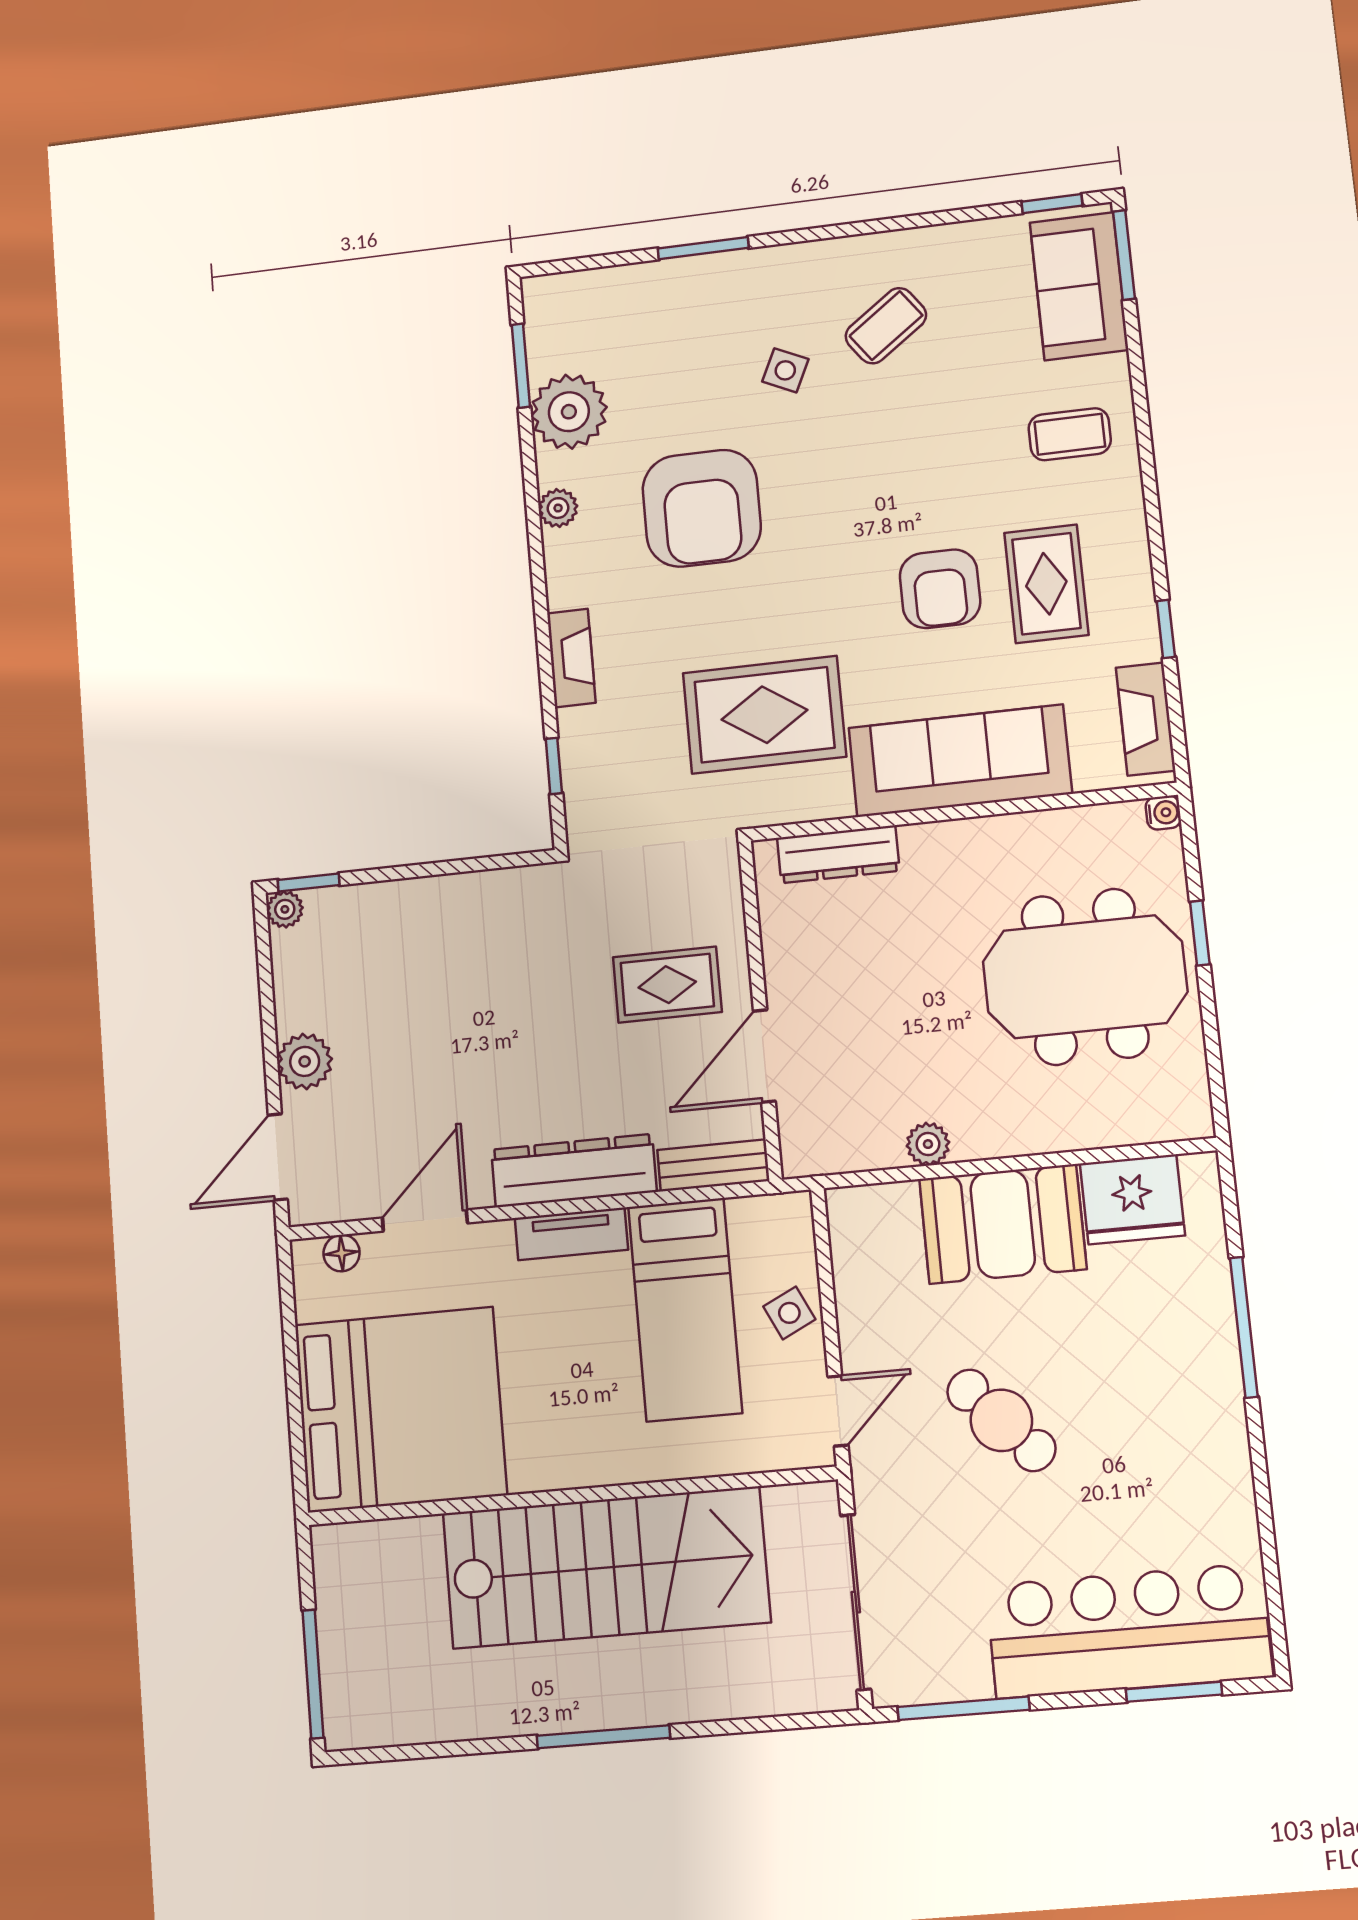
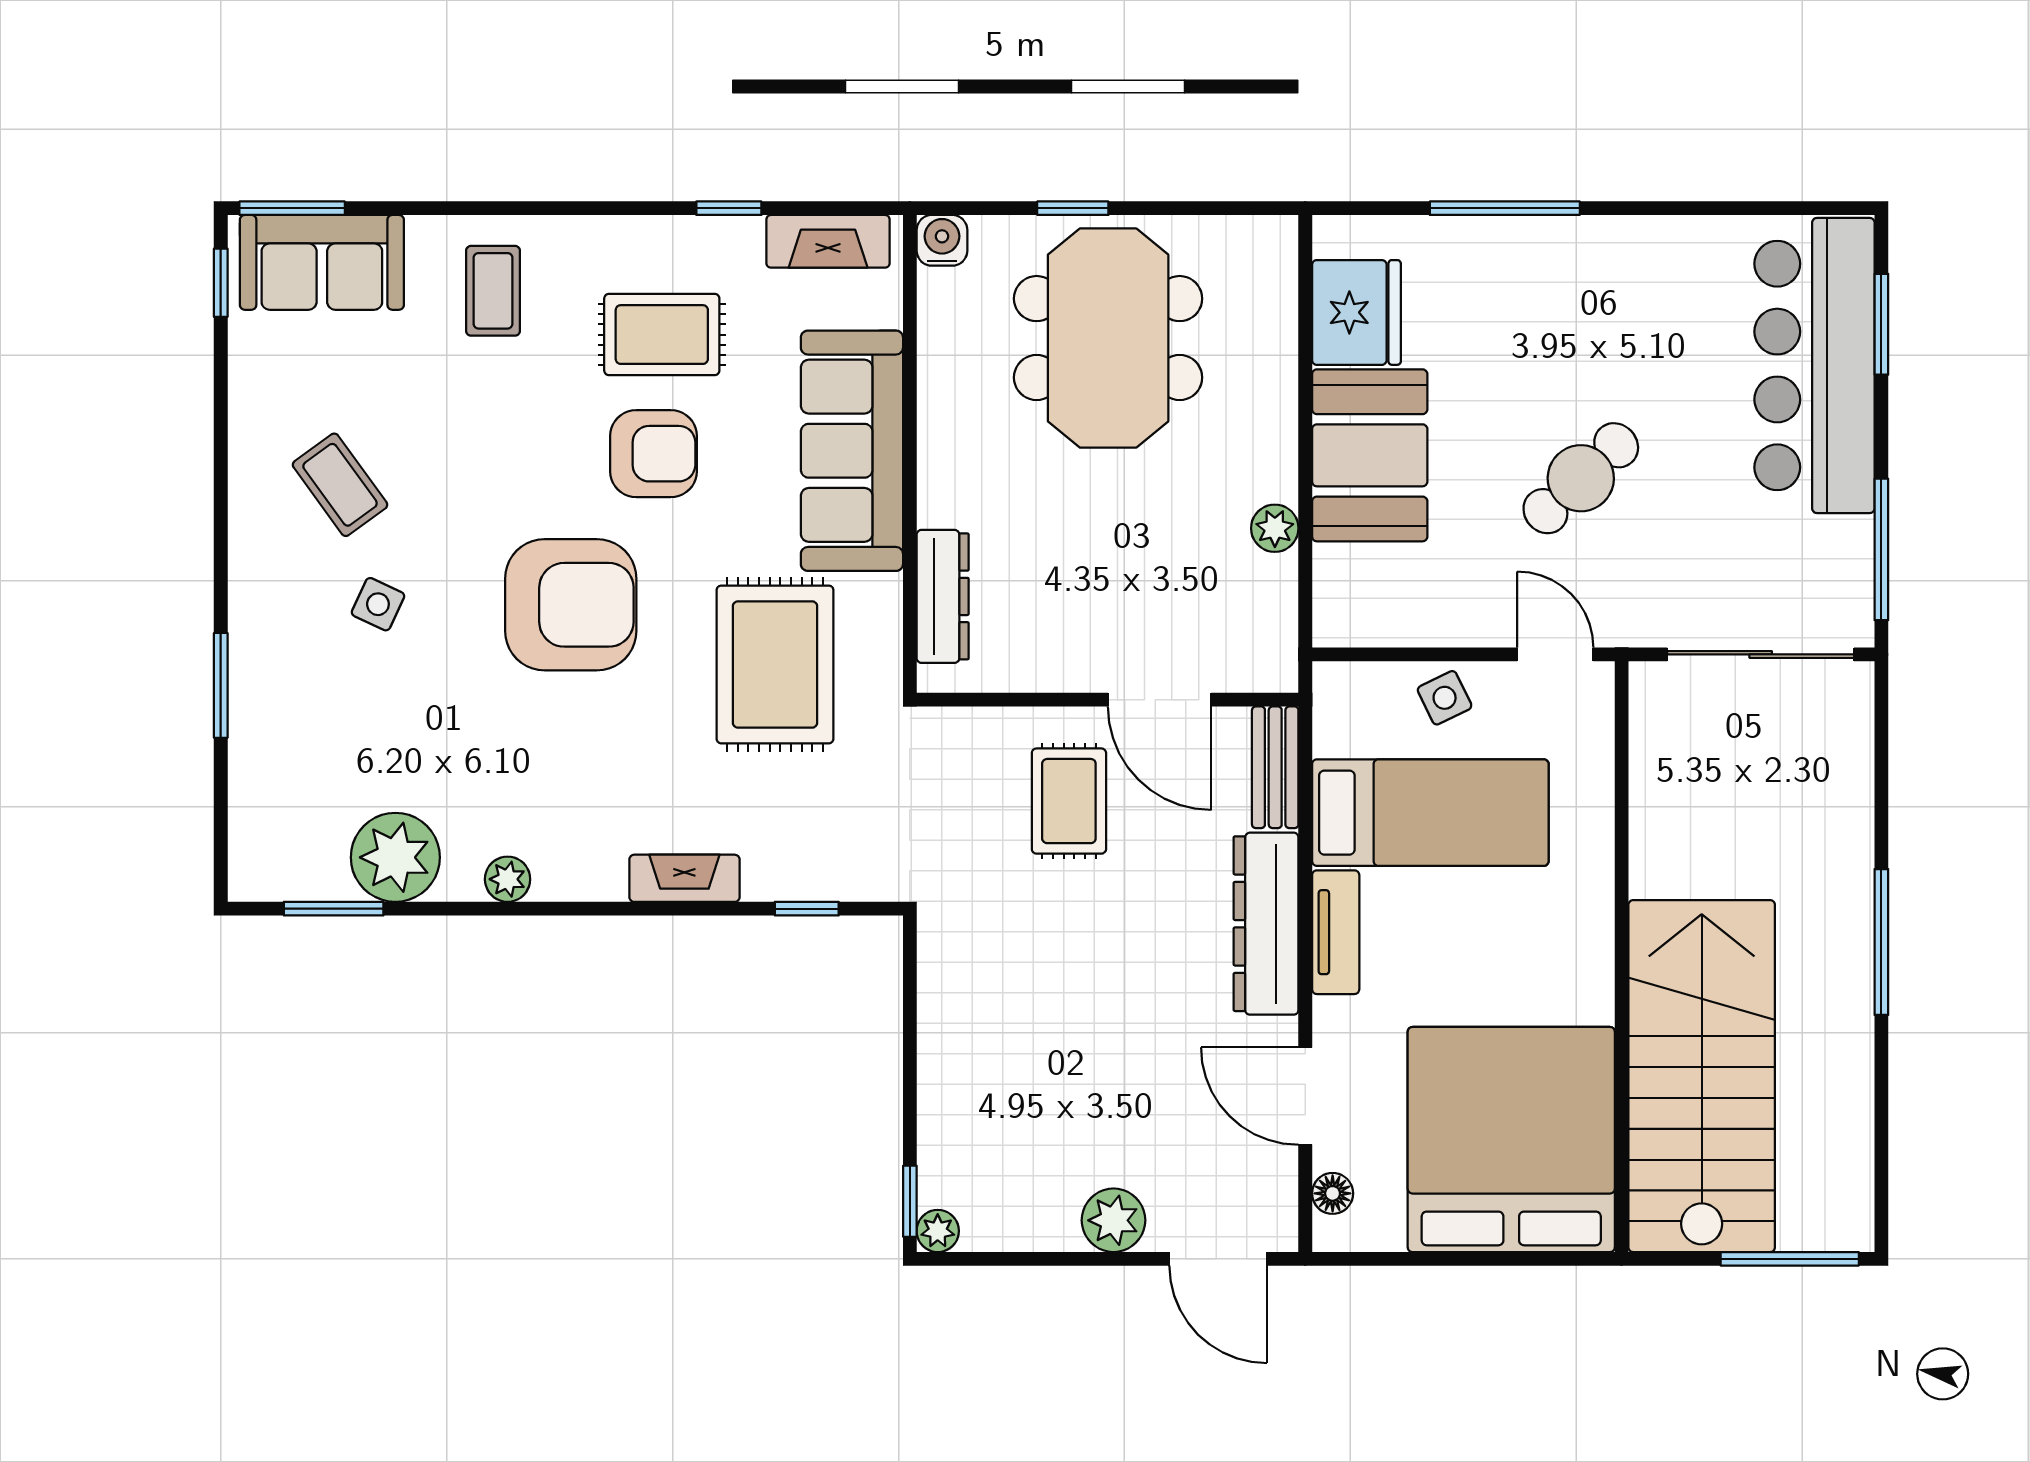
armchair: (702, 508) -> (571, 605), moved
water cooler: (1163, 813) -> (942, 240), width x1.38, depth x1.38
stairs: (606, 1568) -> (1702, 1076), moved

